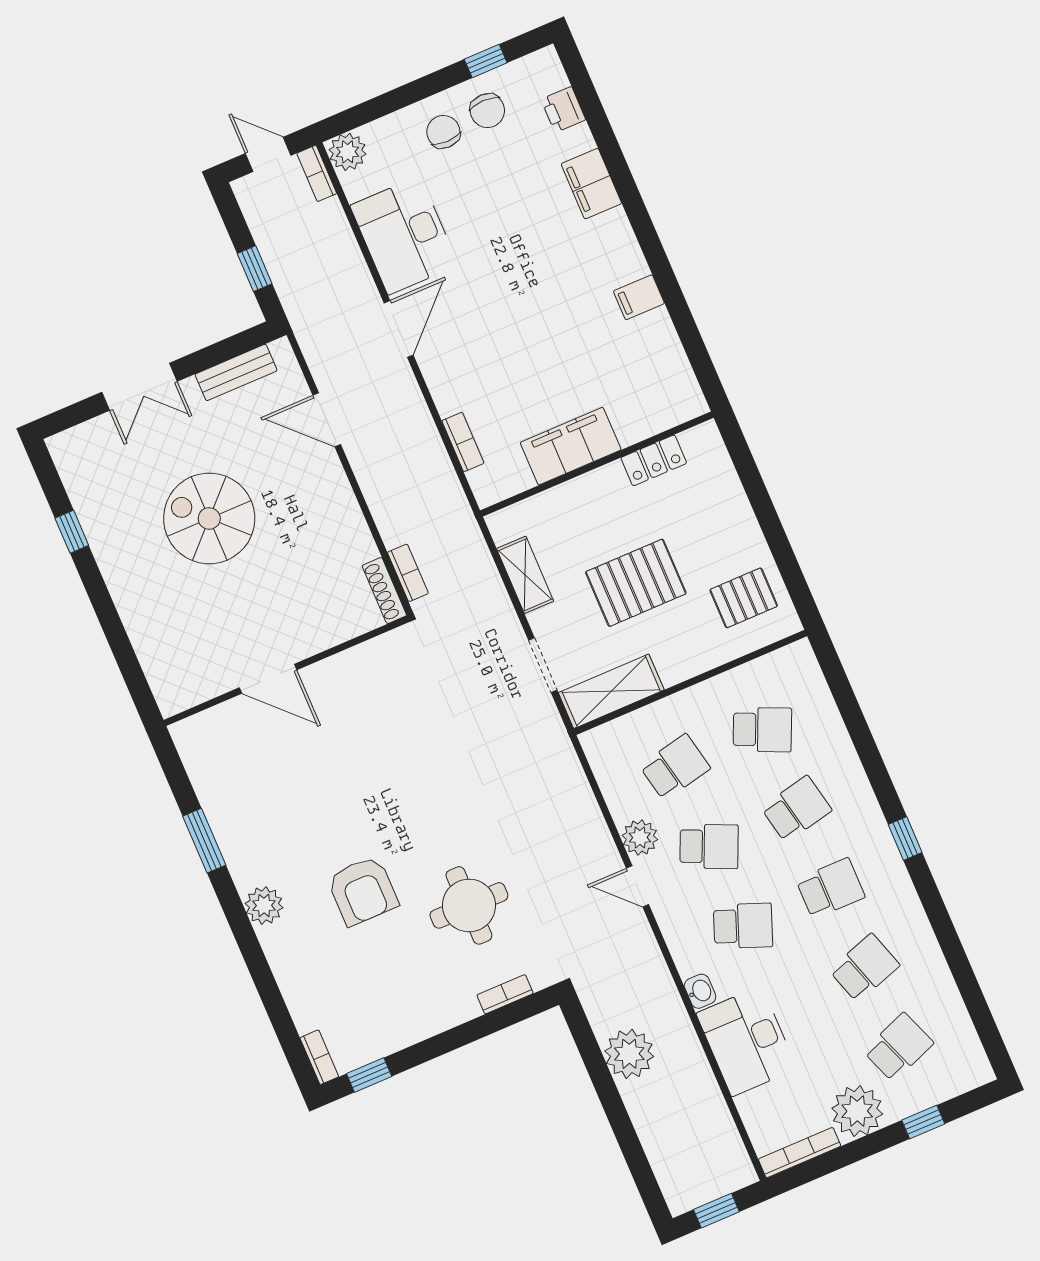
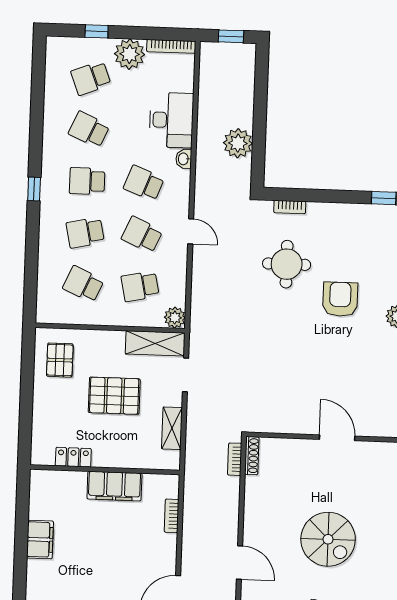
filing cabinet: (639, 297) -> (40, 539), width x2.00
pallet: (744, 598) -> (60, 360), turned 90
plant: (640, 838) -> (175, 318), moved
school desk: (864, 968) -> (89, 130), turned 42

